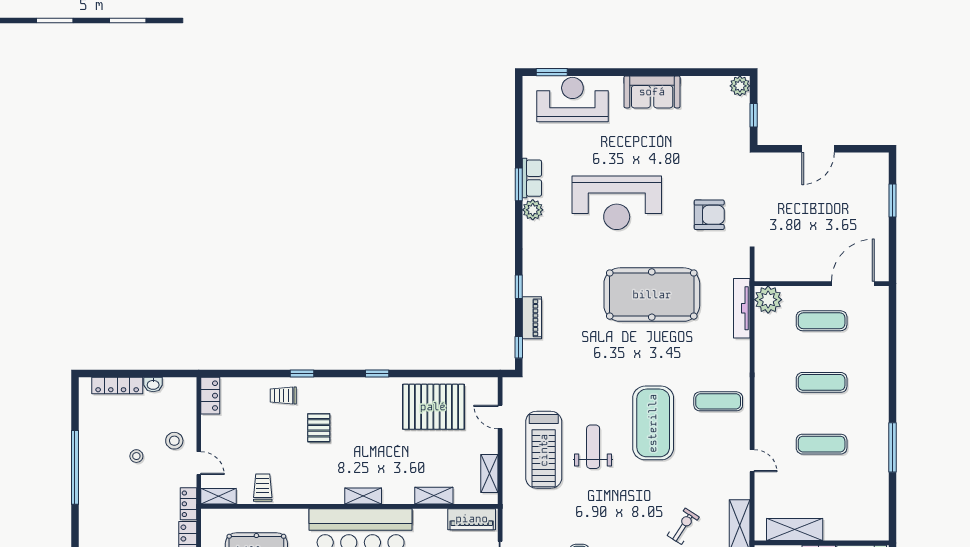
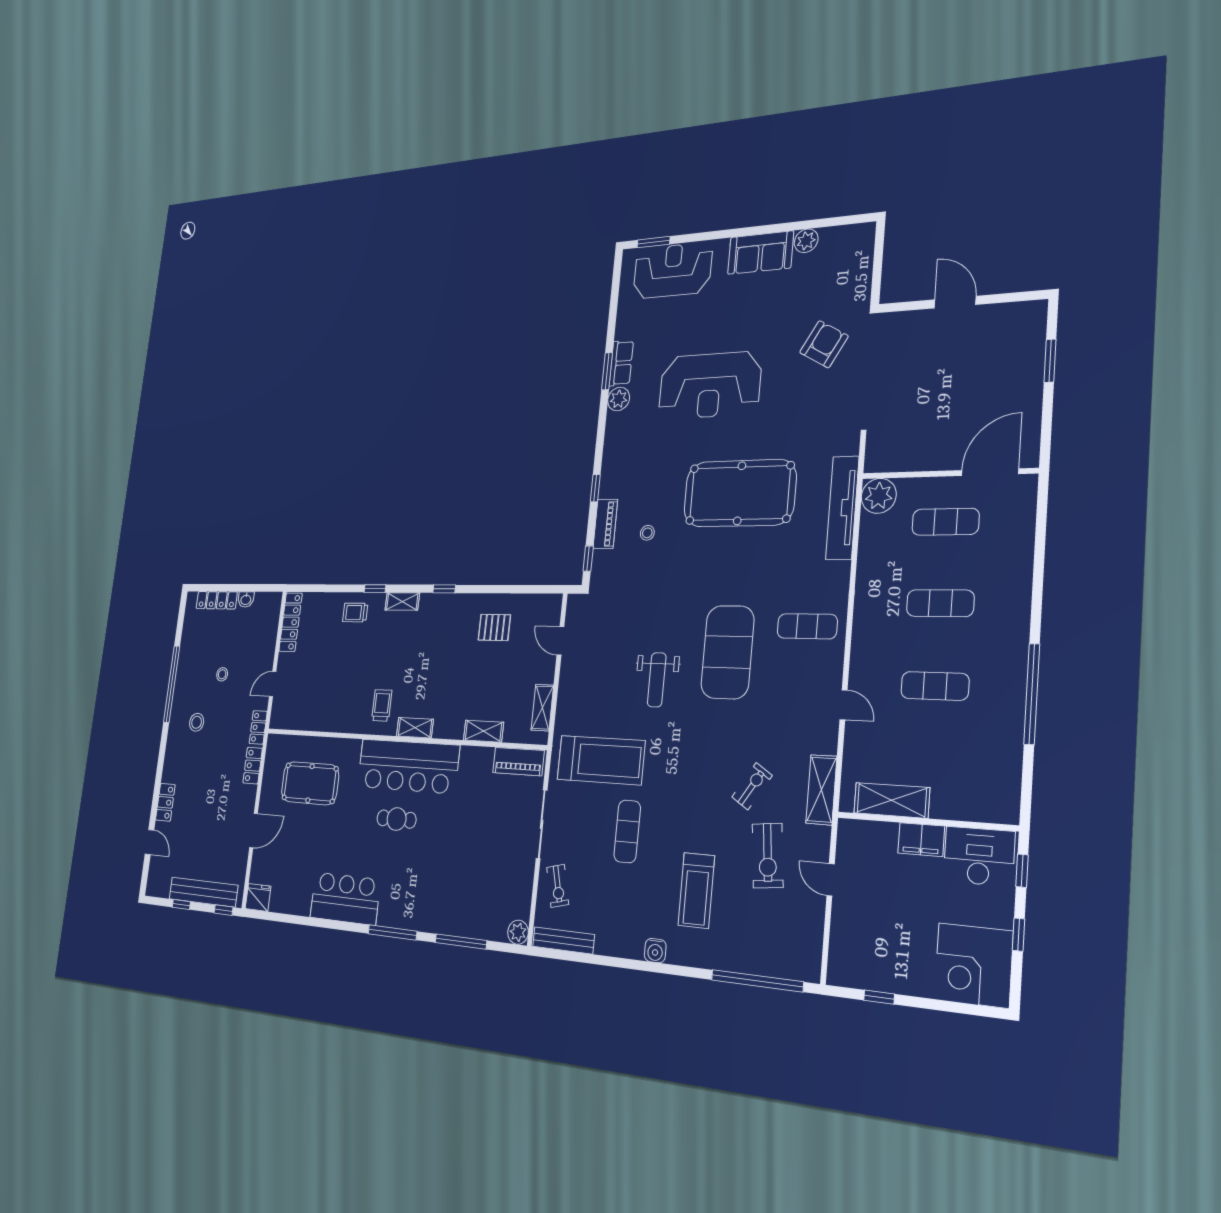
plant: (740, 86) -> (806, 241), moved
window: (754, 115) -> (877, 268), removed
door: (818, 149) -> (955, 302), swing flipped
armchair: (709, 215) -> (824, 344), moved, turned -60
tv unit: (742, 308) -> (842, 508), width x1.36, depth x1.29
stool: (572, 326) -> (647, 533), added
locker: (210, 396) -> (291, 622), width x1.53
pallet: (433, 407) -> (494, 627), width x0.49, depth x0.50
pallet: (319, 428) -> (383, 649), removed
stool: (174, 441) -> (197, 722), moved
weight bench: (593, 447) -> (657, 680), turned 180
window: (892, 447) -> (1032, 694), width x1.46
treadmill: (544, 450) -> (601, 760), moved, turned -90
door: (199, 463) -> (273, 684), swing flipped
trolley: (263, 488) -> (382, 705), moved
shelving: (219, 496) -> (402, 601), moved

